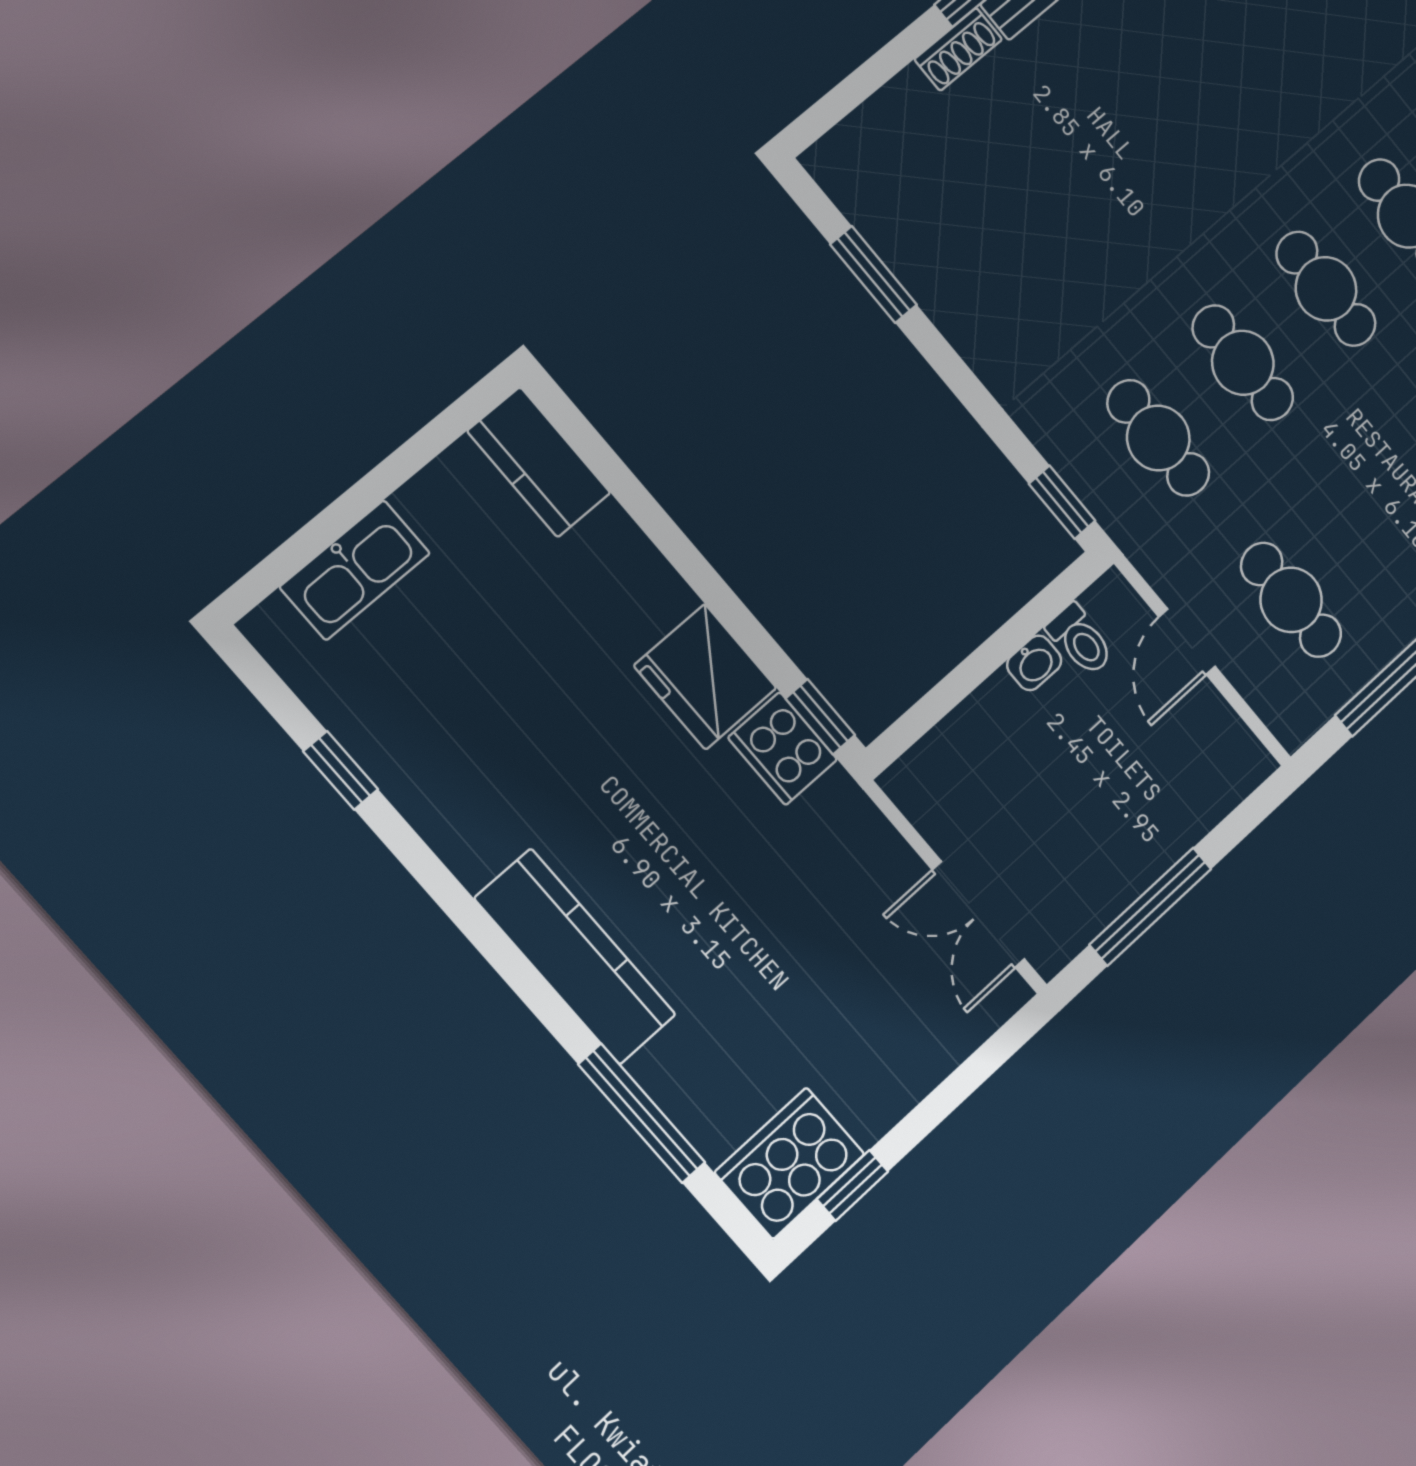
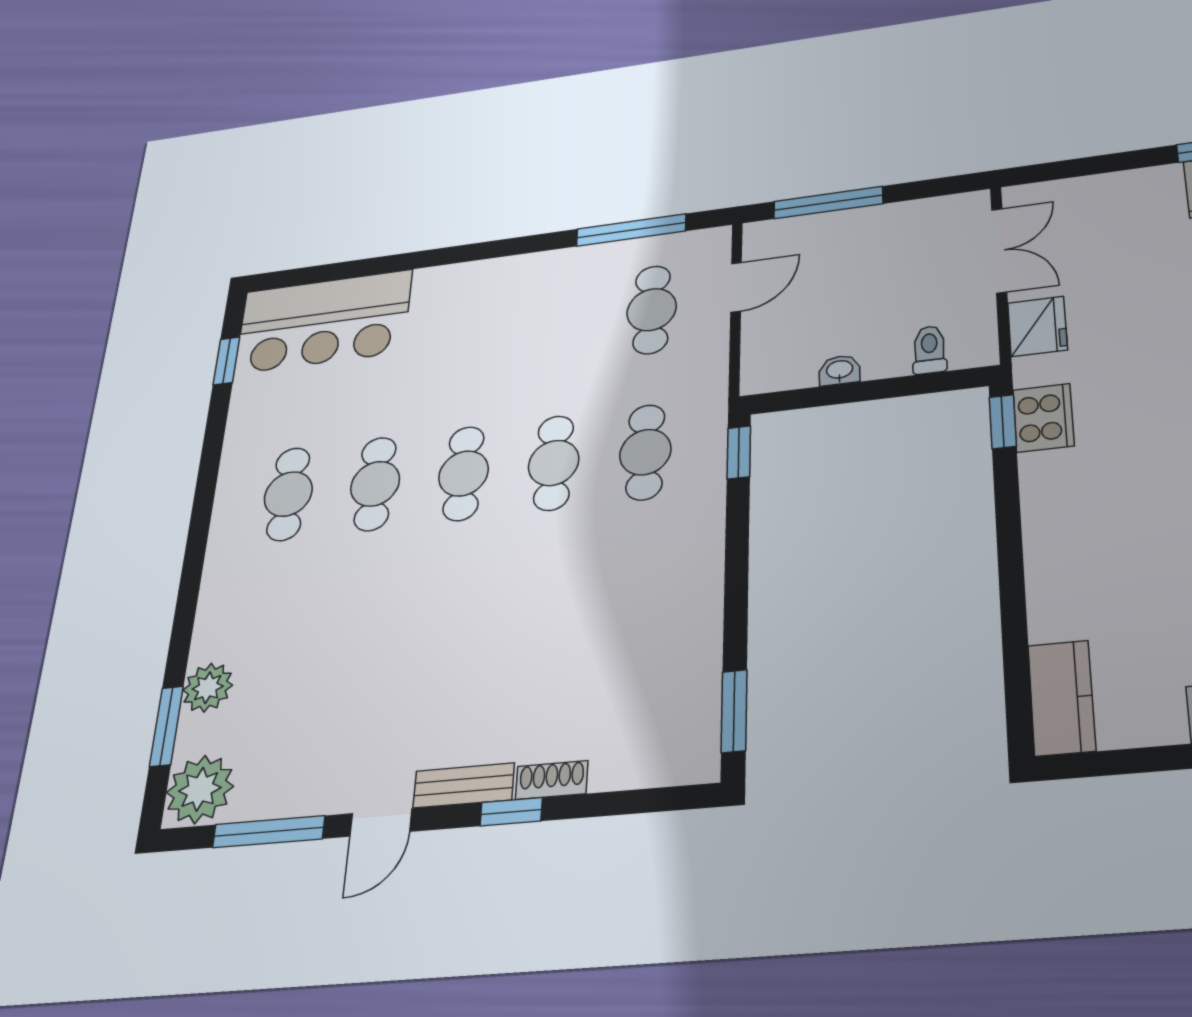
window: (874, 275) -> (734, 711), moved
toilet: (1080, 640) -> (929, 350), moved
door: (1187, 642) -> (736, 287), moved
fridge: (705, 677) -> (1037, 326), moved, width x0.73, depth x0.75
window: (1150, 907) -> (828, 203), moved

